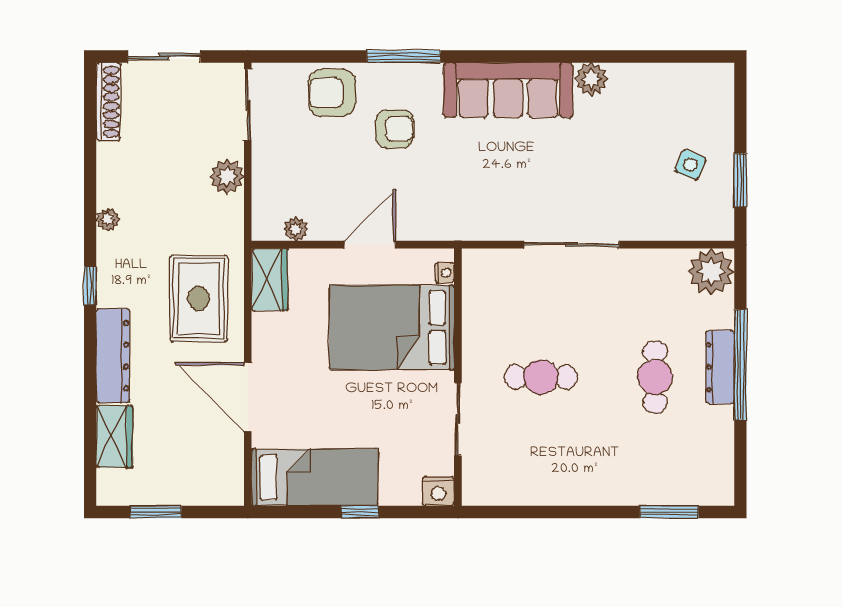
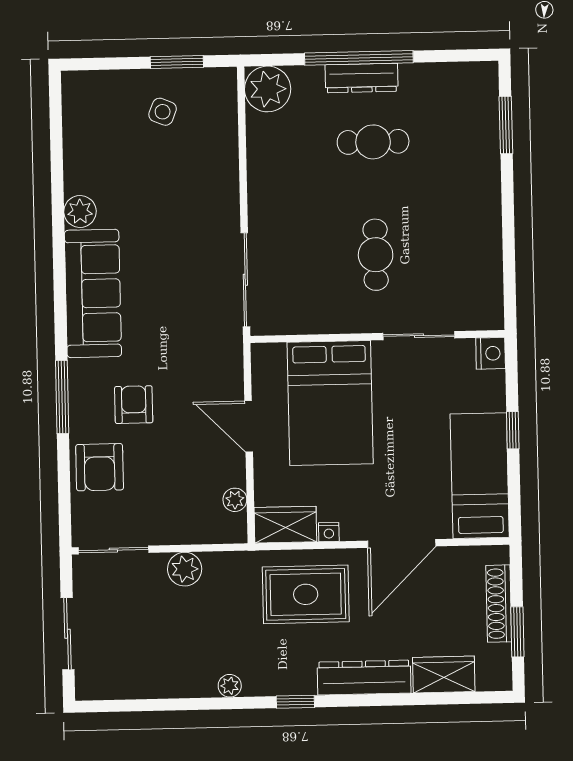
shoe rack: (108, 102) -> (499, 604), moved, turned -90
sliding door: (572, 245) -> (245, 280), moved
nightstand: (445, 273) -> (329, 532), moved, turned 180

